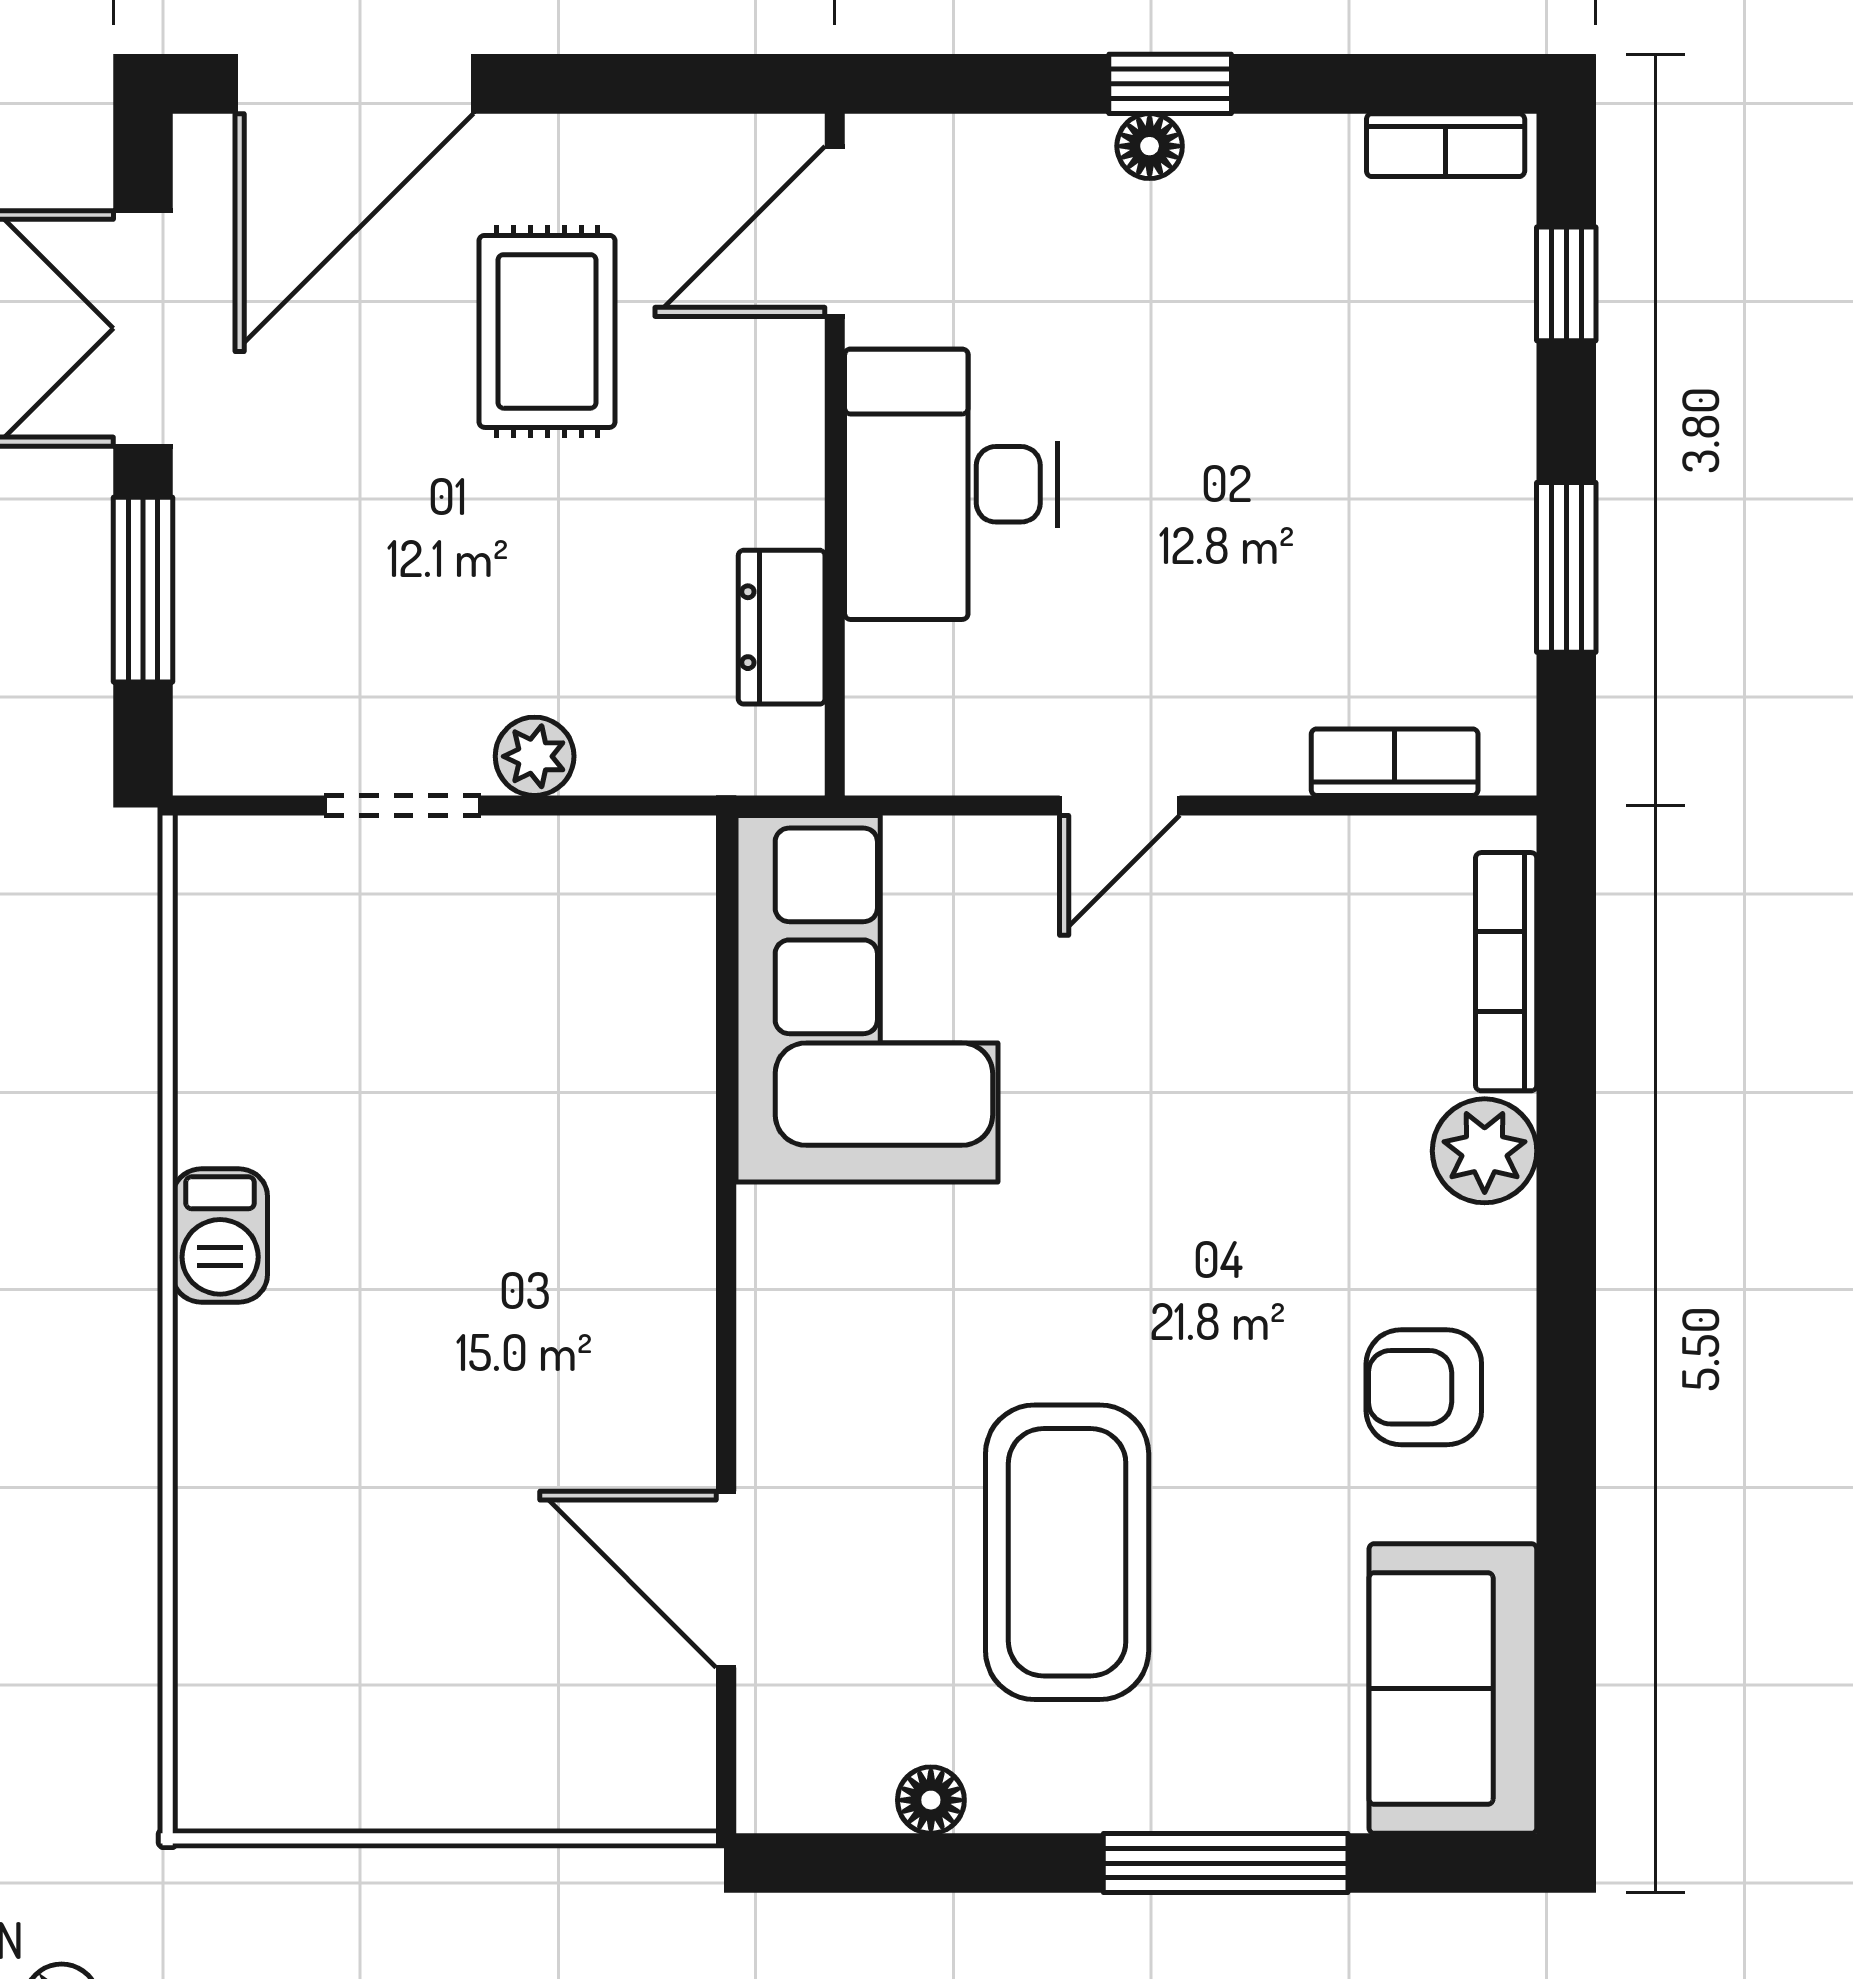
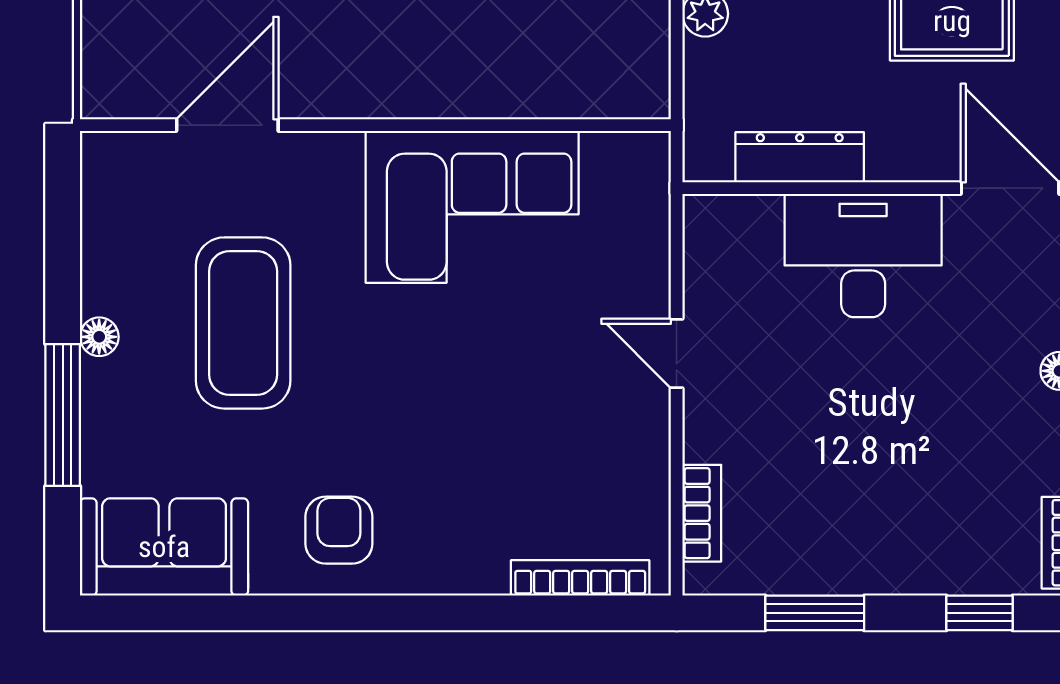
dresser: (782, 627) -> (800, 157), width x1.44
corner sofa: (867, 999) -> (472, 207), moved
plant: (1485, 1151) -> (476, 565), removed
coffee table: (1067, 1552) -> (243, 323), turned 90
floor lamp: (931, 1800) -> (99, 337), moved

